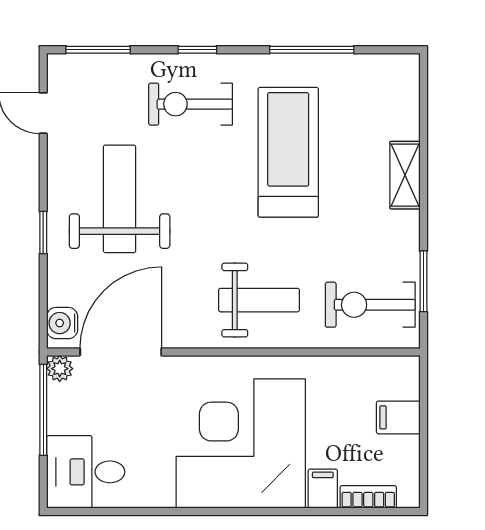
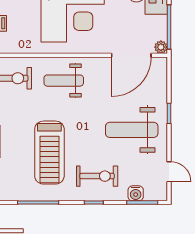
weight bench: (120, 199) -> (132, 130), turned 90
water cooler: (62, 323) -> (136, 193), moved, turned 90

